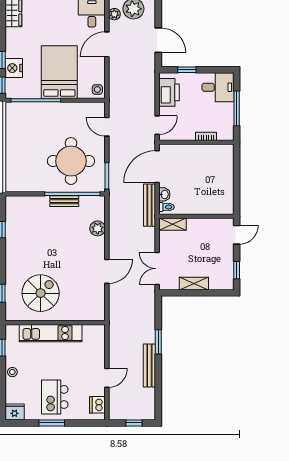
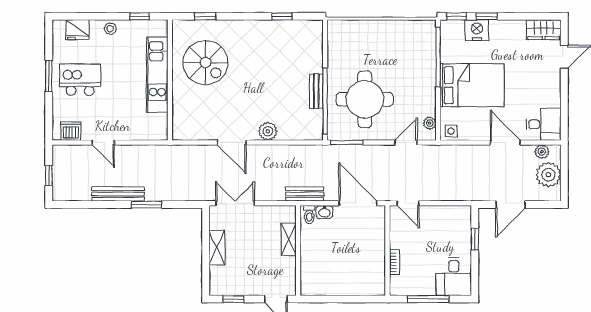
printer: (169, 92) -> (448, 217), removed
plant: (91, 107) -> (430, 123), added
bench: (150, 205) -> (305, 194), width x0.73
shelving: (173, 224) -> (289, 239), moved
plant: (98, 228) -> (268, 131), moved
fridge: (15, 412) -> (77, 30), moved, turned 90

